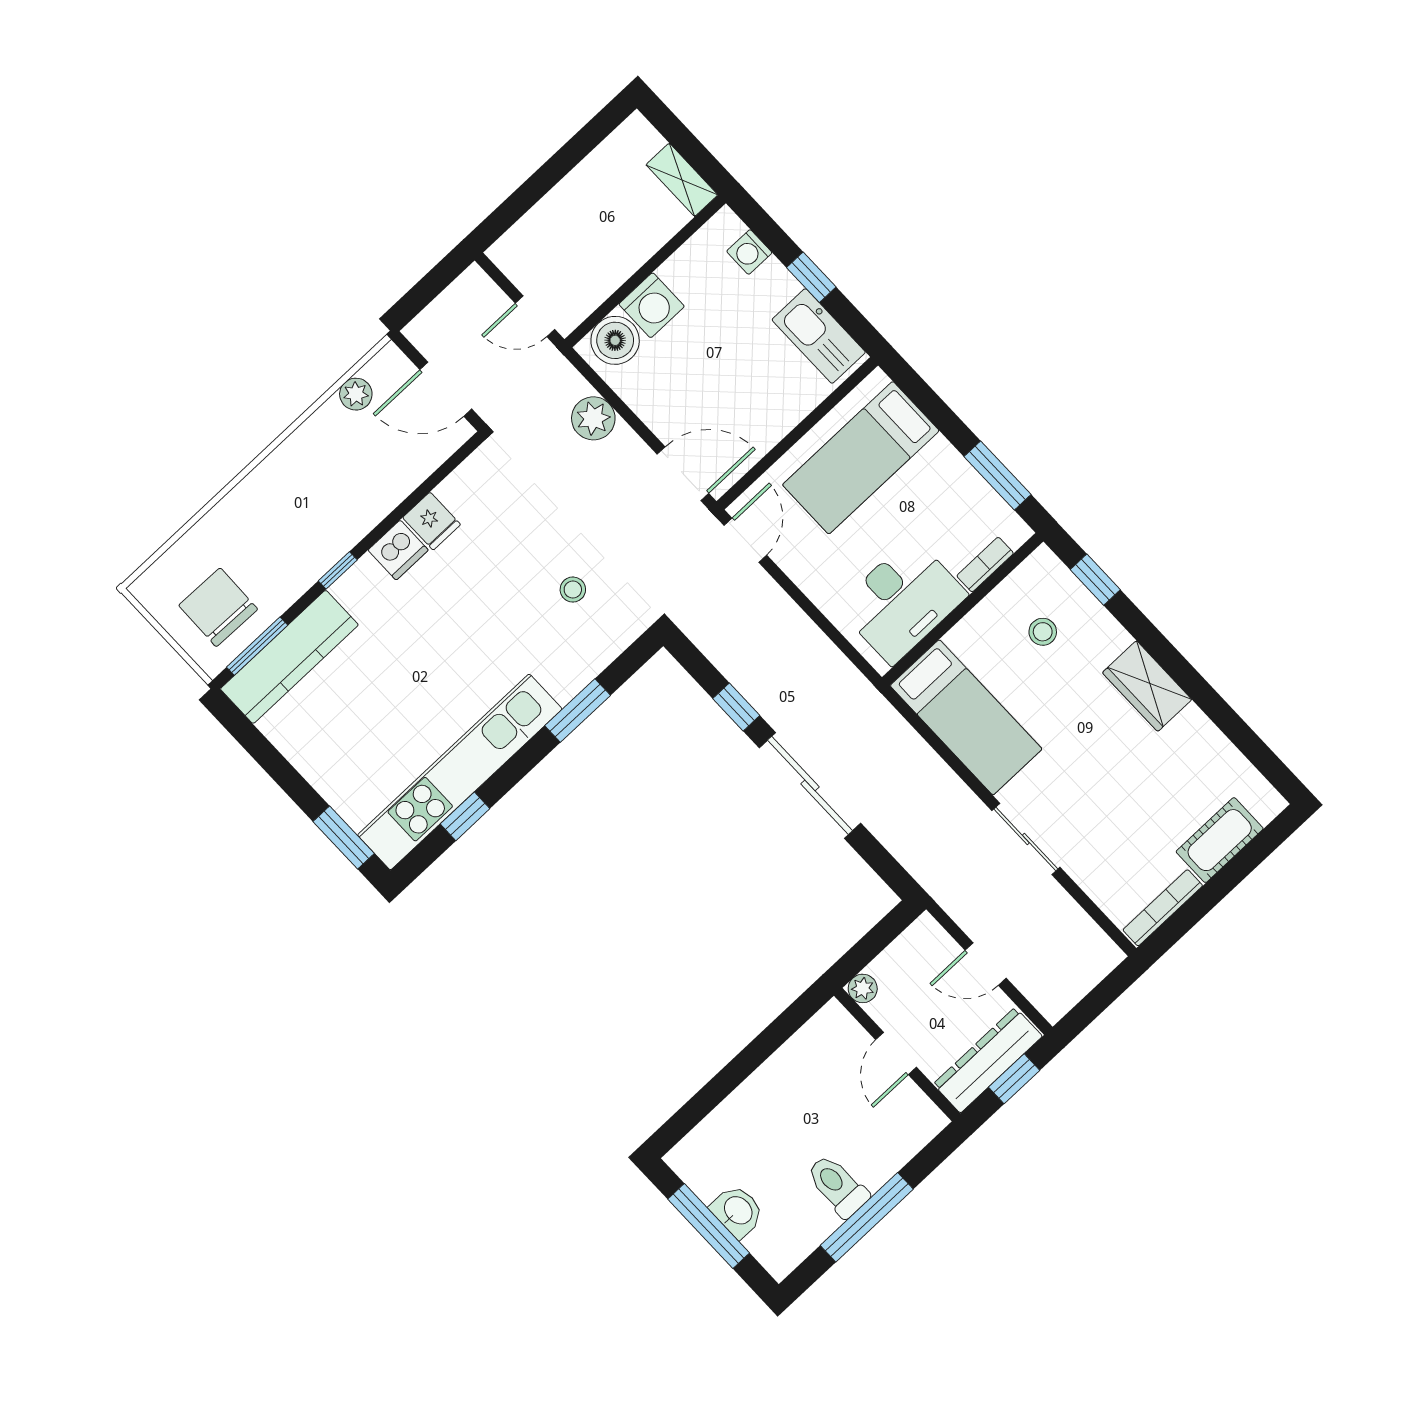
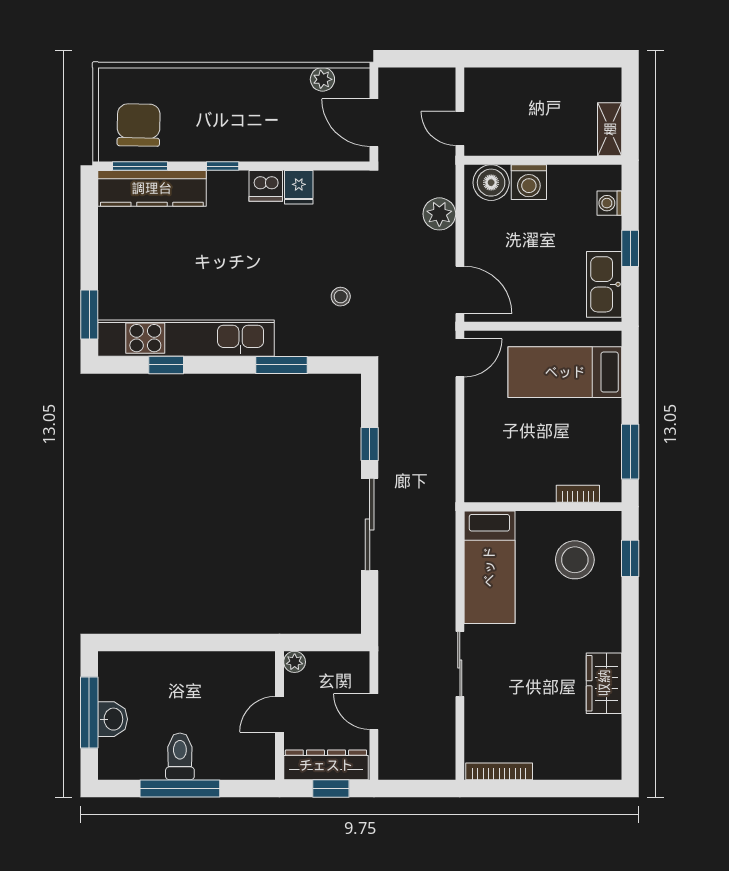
desk: (902, 601) -> (514, 471), removed
stool: (1043, 632) -> (575, 560), width x1.89, depth x1.89
wardrobe: (1147, 686) -> (604, 683), moved
cot: (1220, 840) -> (565, 764), removed

